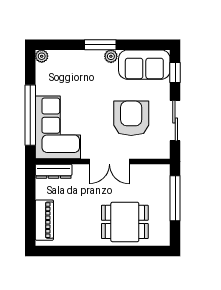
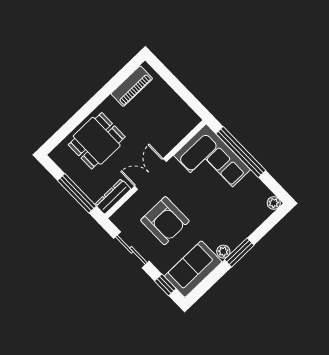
dresser: (54, 171) -> (113, 197), moved
piano: (44, 220) -> (132, 86), moved, turned -90

